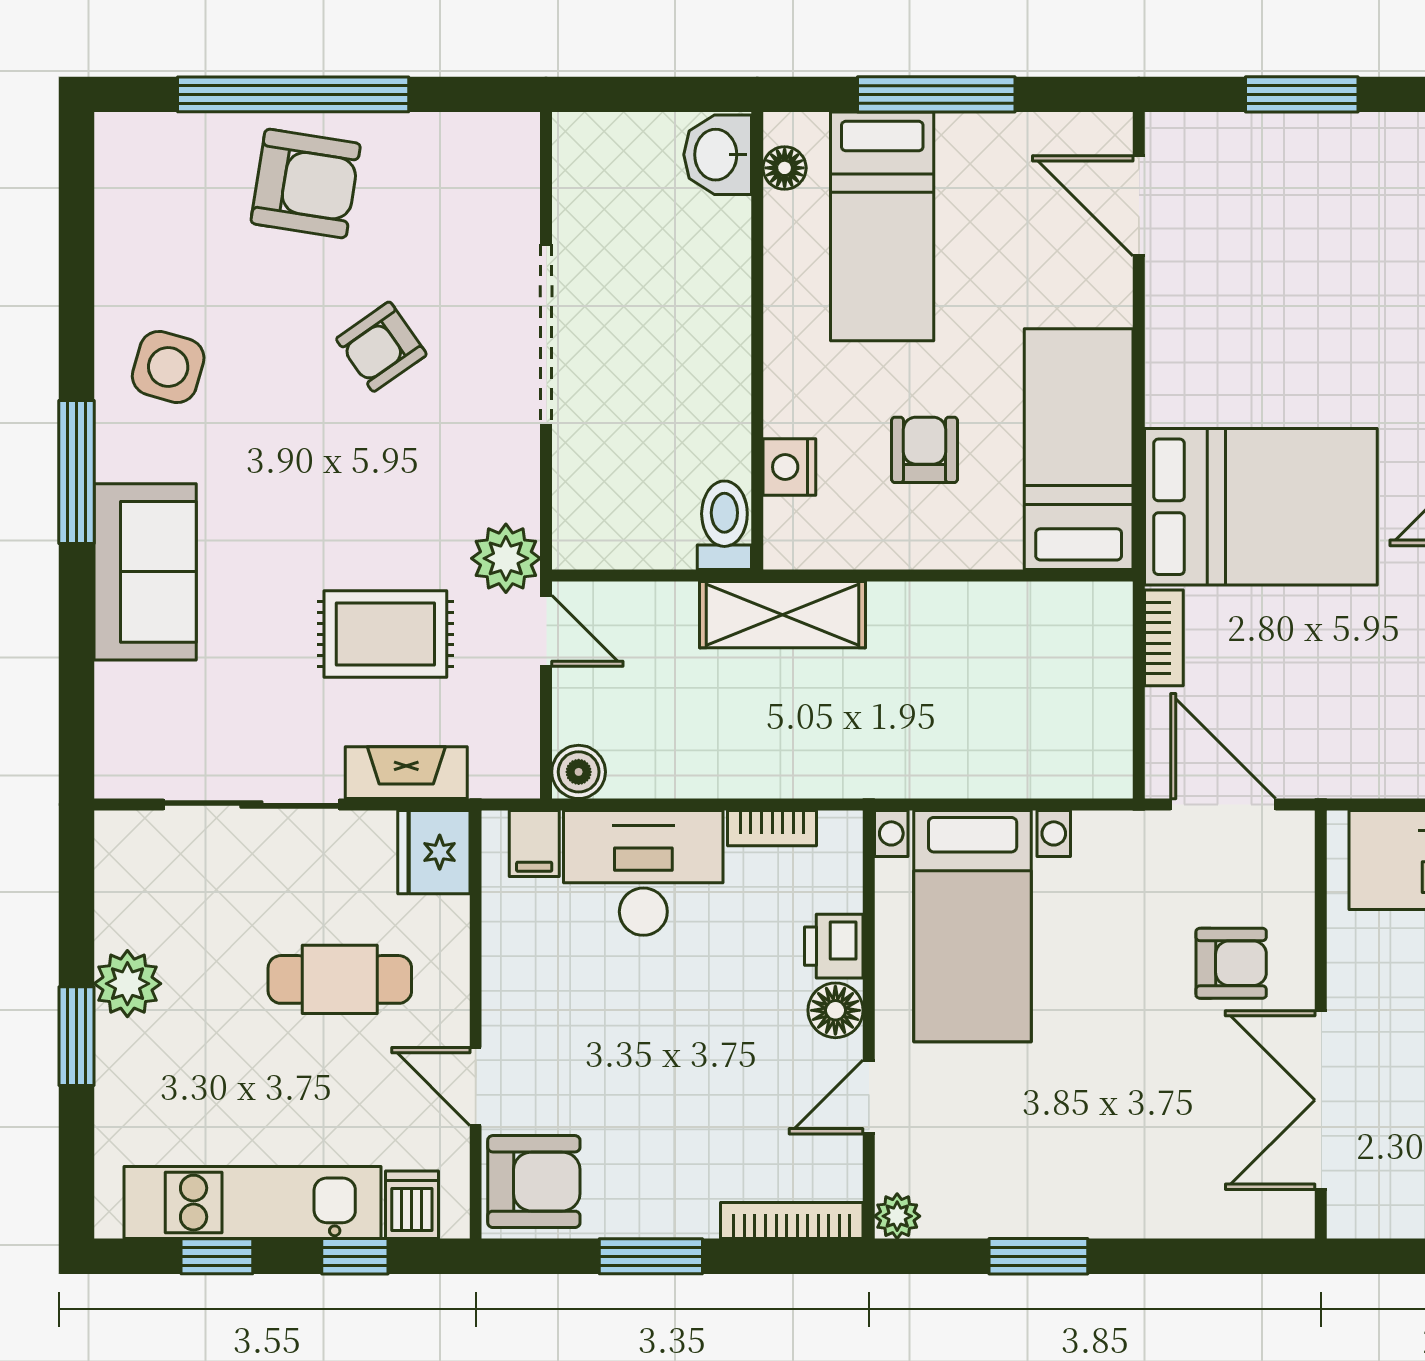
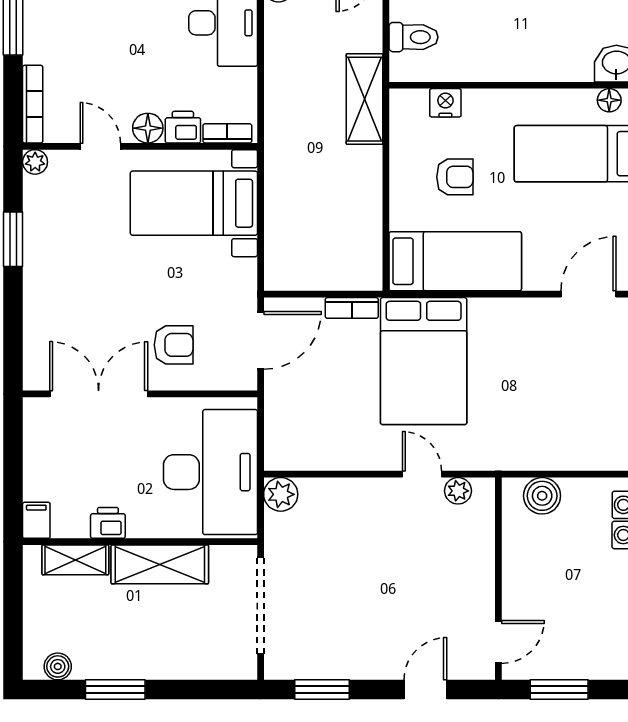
toilet: (724, 525) -> (413, 37), moved
bookcase: (772, 828) -> (227, 133), moved, turned 90
armchair: (1231, 963) -> (174, 345), turned -90

